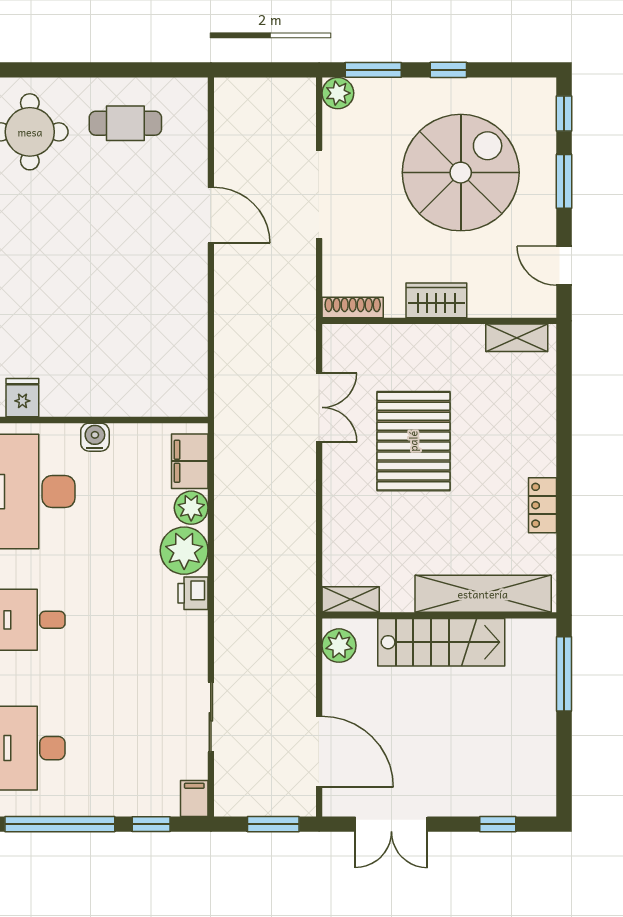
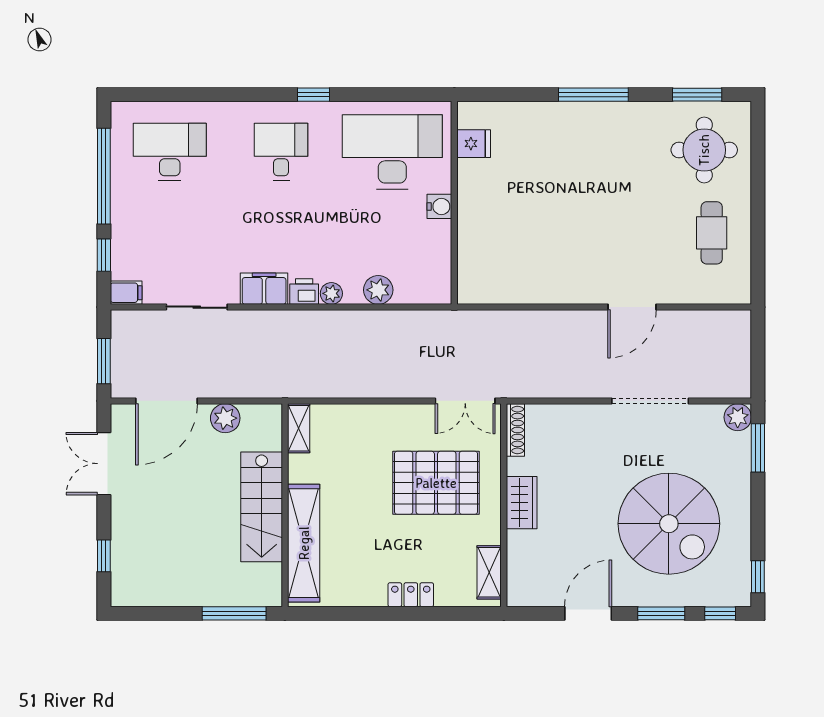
window: (448, 70) -> (758, 577), moved
door: (564, 266) -> (588, 613), width x1.38
wardrobe: (436, 300) -> (522, 503), moved
shoe rack: (353, 307) -> (515, 430), moved
wall: (439, 321) -> (504, 505), moved
shelving: (517, 338) -> (489, 572), moved
filing cabinet: (190, 461) -> (264, 289), moved
locker: (543, 505) -> (411, 595), moved
plant: (184, 551) -> (331, 293), width x0.53, depth x0.53
plant: (339, 646) -> (225, 418), moved

